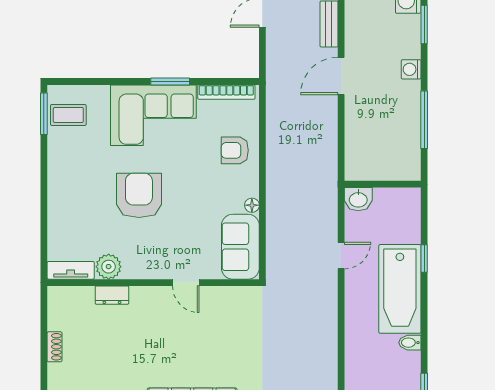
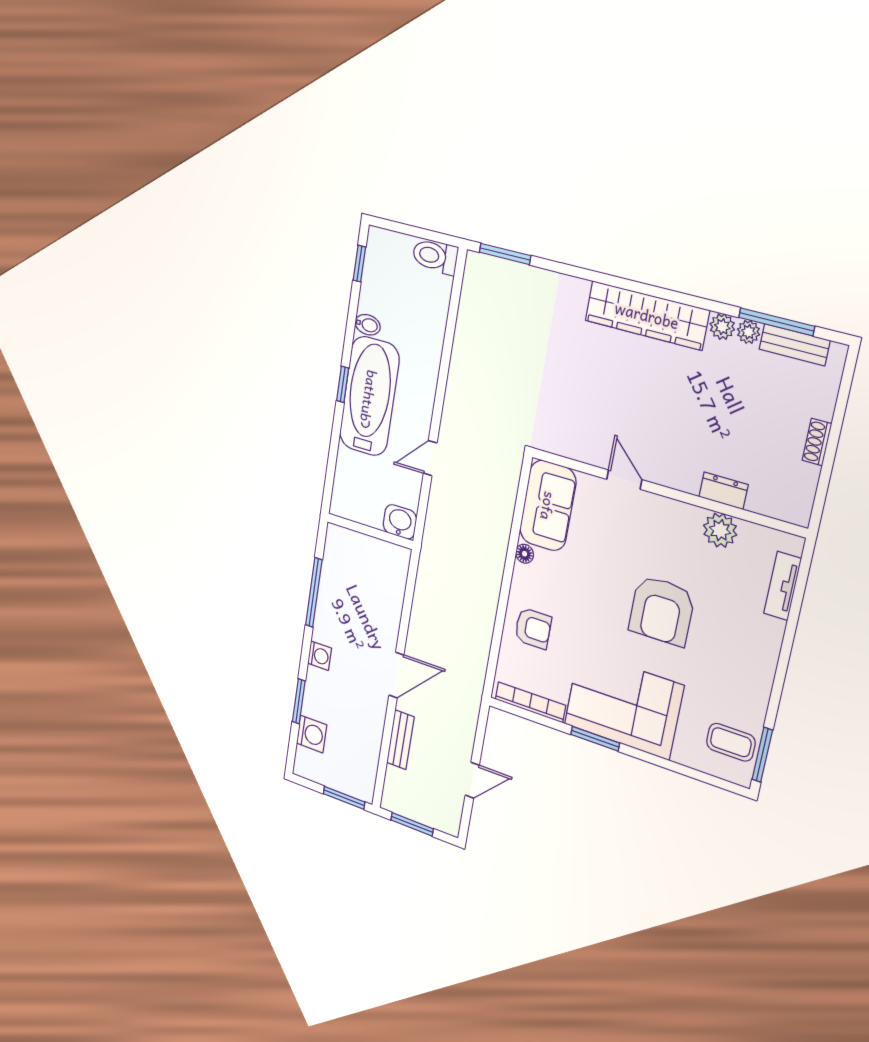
window: (424, 258) -> (343, 384), moved
tv unit: (71, 270) -> (783, 586), moved, turned 90

